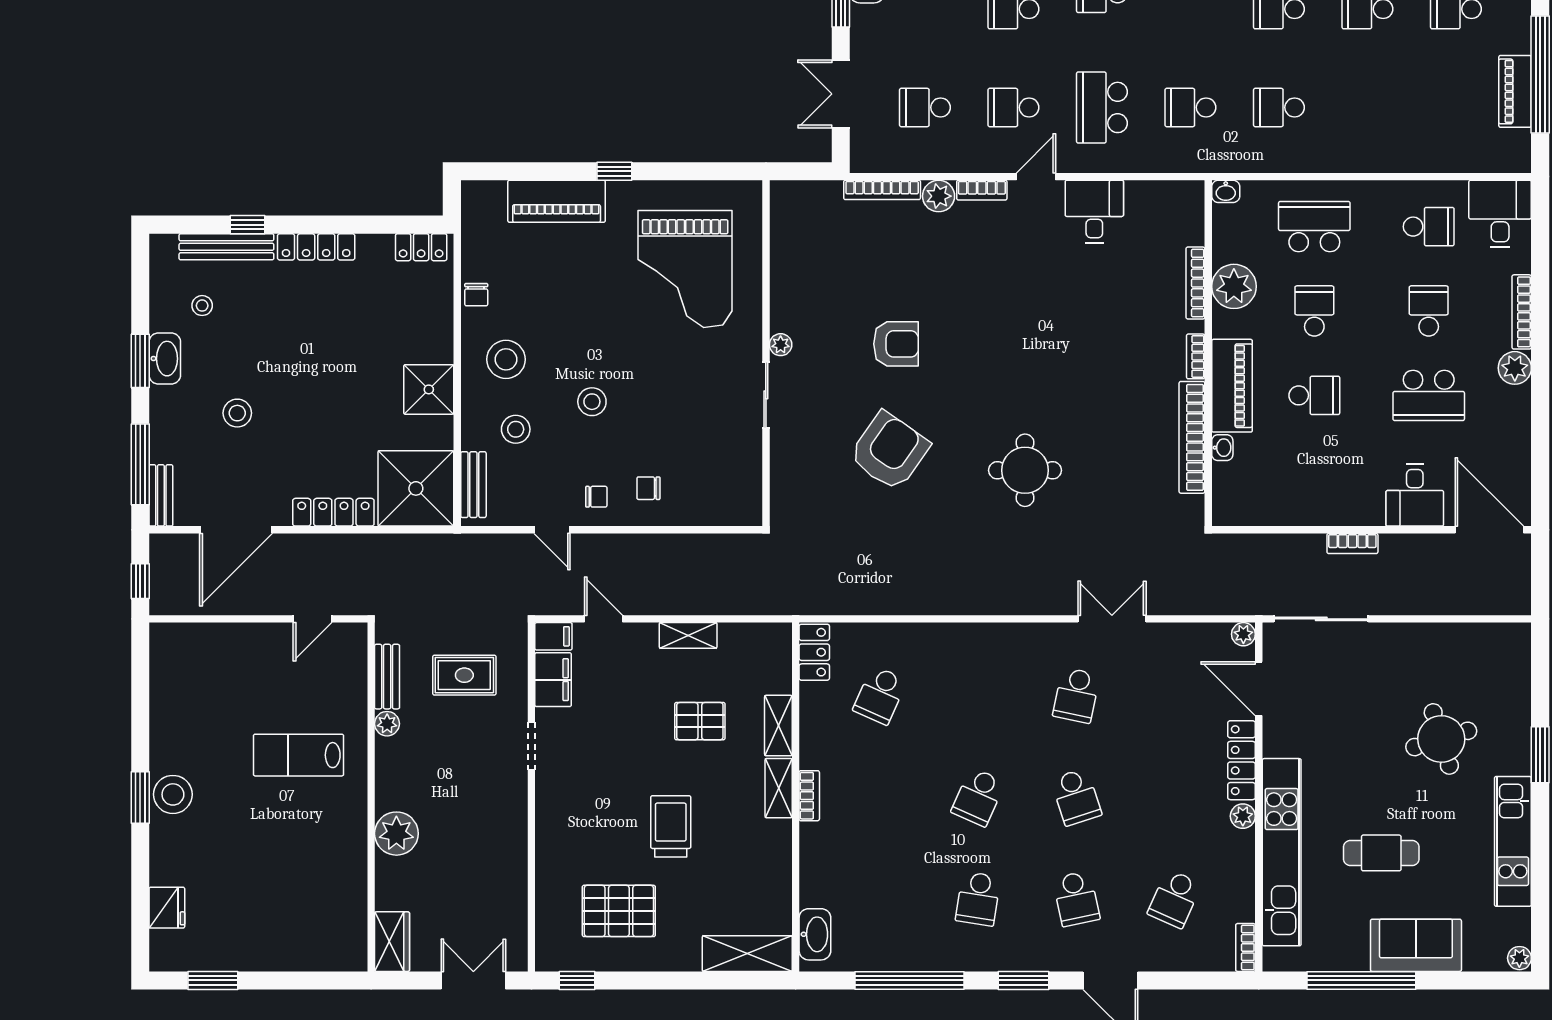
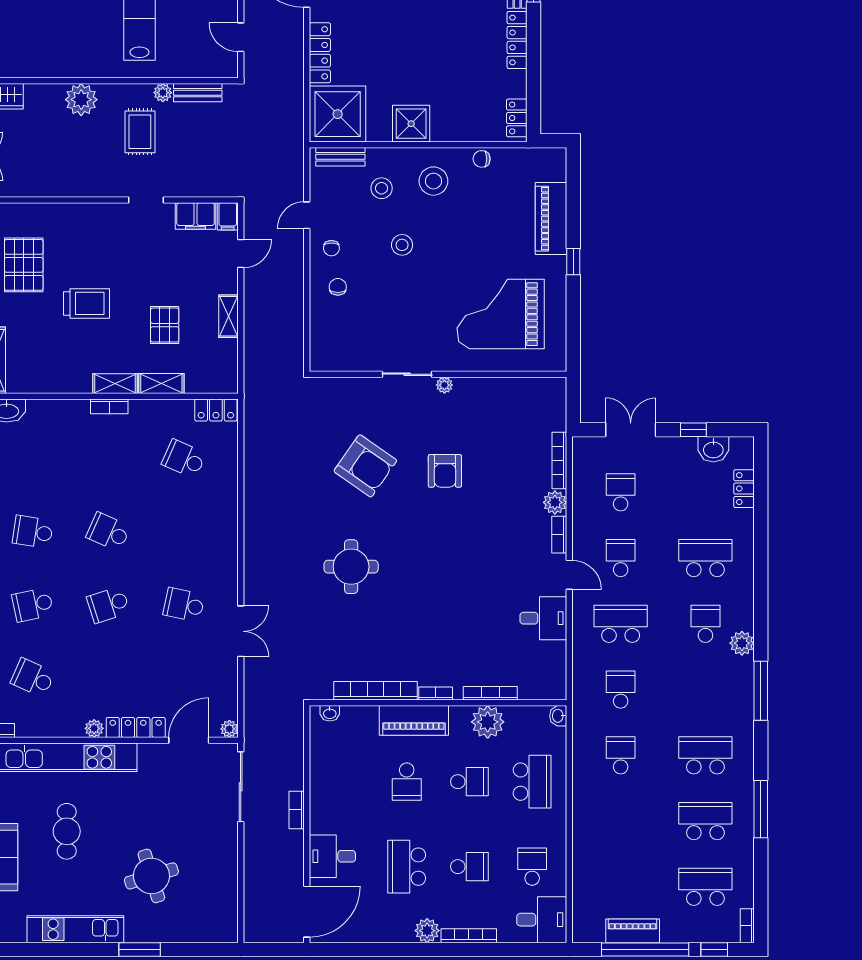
school desk: (1429, 227) -> (532, 867), turned 180
washbasin: (1222, 448) -> (330, 713), moved
rug: (464, 675) -> (140, 132), moved

